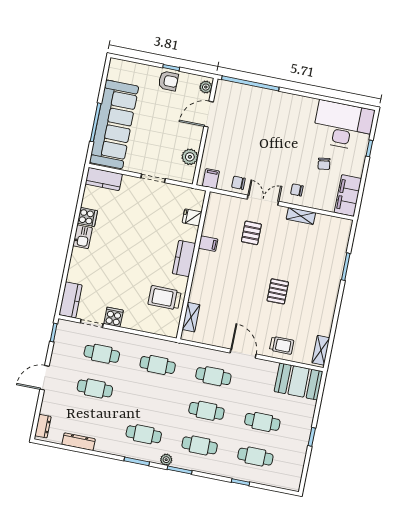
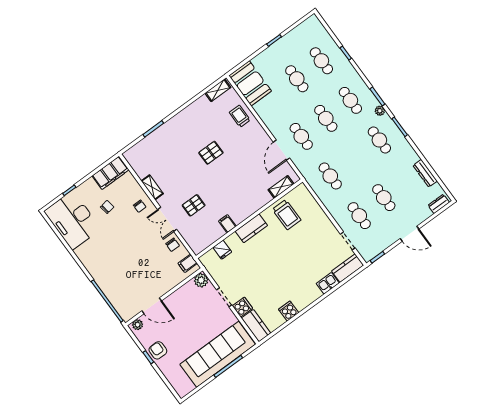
plant: (190, 157) -> (201, 280), moved
kitchen sink: (83, 237) -> (328, 283), moved
cooker: (114, 317) -> (242, 307), moved, turned 180
door: (243, 354) -> (281, 150), moved

